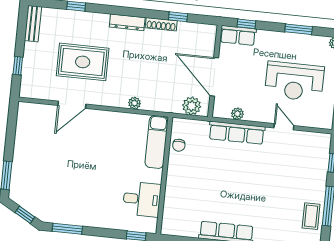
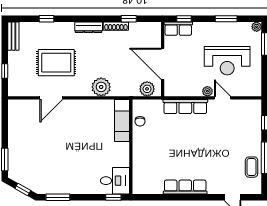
plant: (135, 103) -> (101, 87), width x1.88, depth x1.88
plant: (237, 114) -> (207, 91), moved
desk: (142, 199) -> (115, 181), moved

